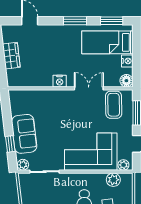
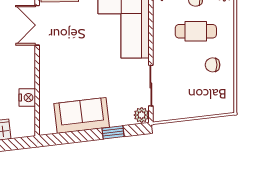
nightstand: (60, 81) -> (27, 98), moved
sofa: (24, 134) -> (82, 115), moved

